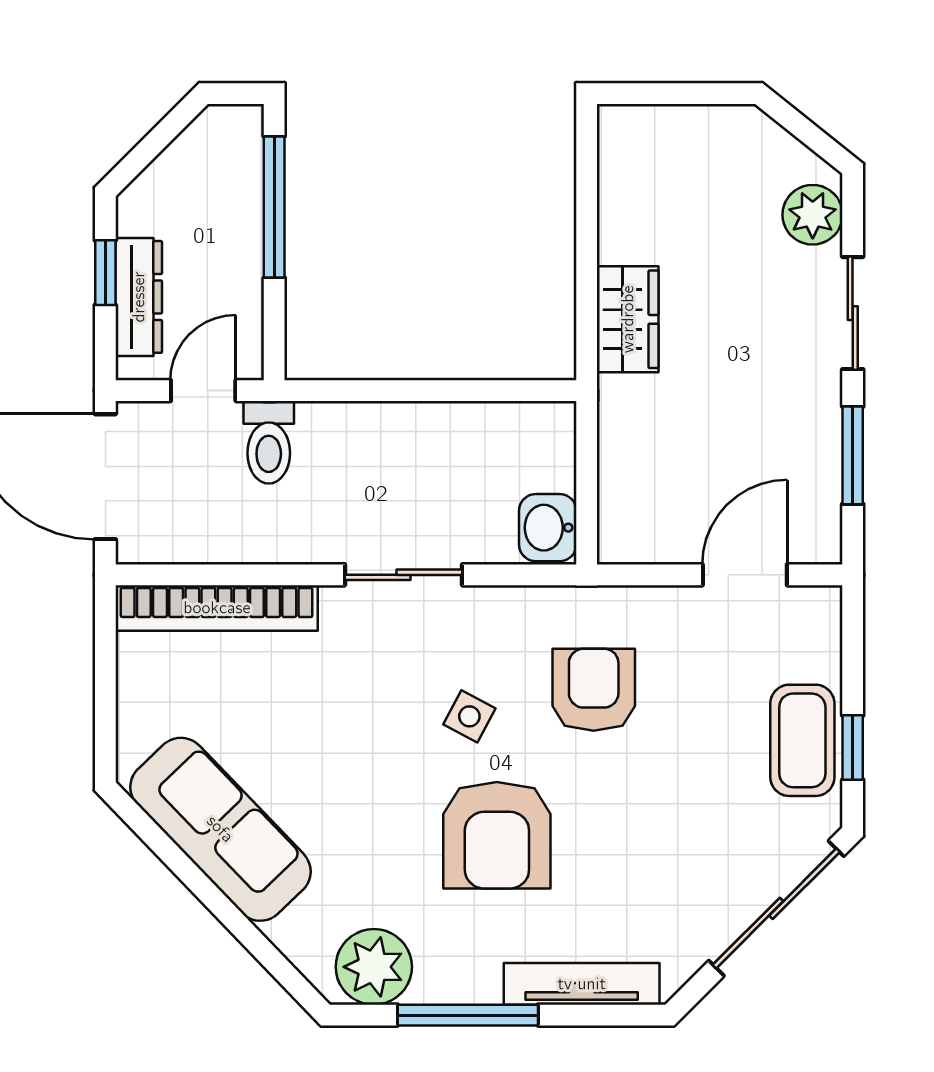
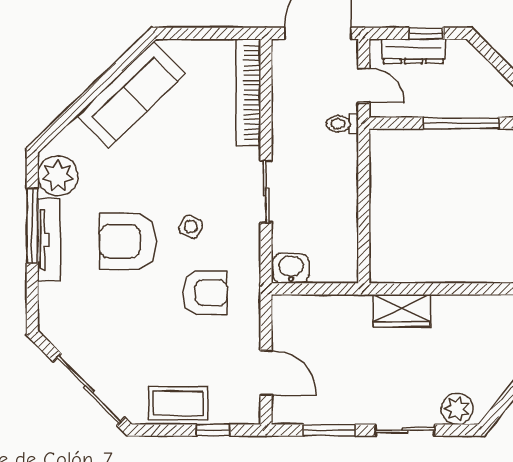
toilet: (269, 442) -> (342, 124), width x0.73, depth x0.72
window: (853, 748) -> (213, 430), moved
tv unit: (582, 984) -> (49, 239), moved

